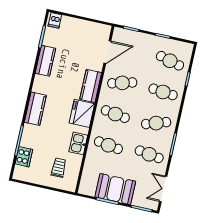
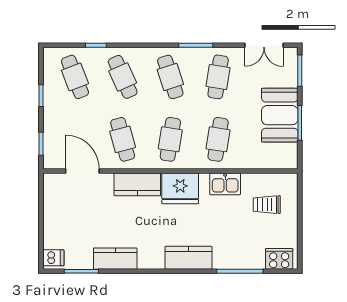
cafe table: (170, 61) -> (75, 77), turned -36
cafe table: (163, 92) -> (123, 77), turned -30
cooker: (24, 157) -> (279, 259), moved

